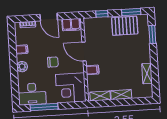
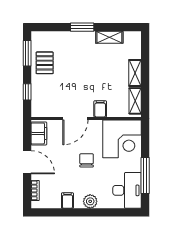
door: (49, 17) -> (27, 162), hinge flipped
pallet: (125, 26) -> (45, 63), width x0.67, depth x0.71
window: (152, 34) -> (82, 27), moved

